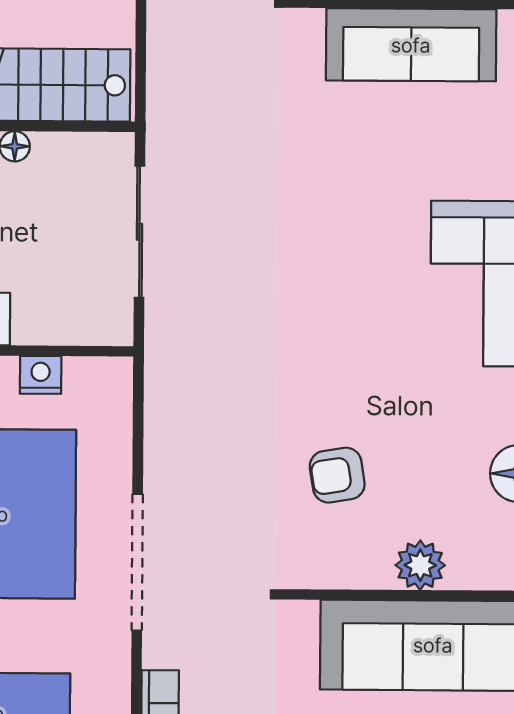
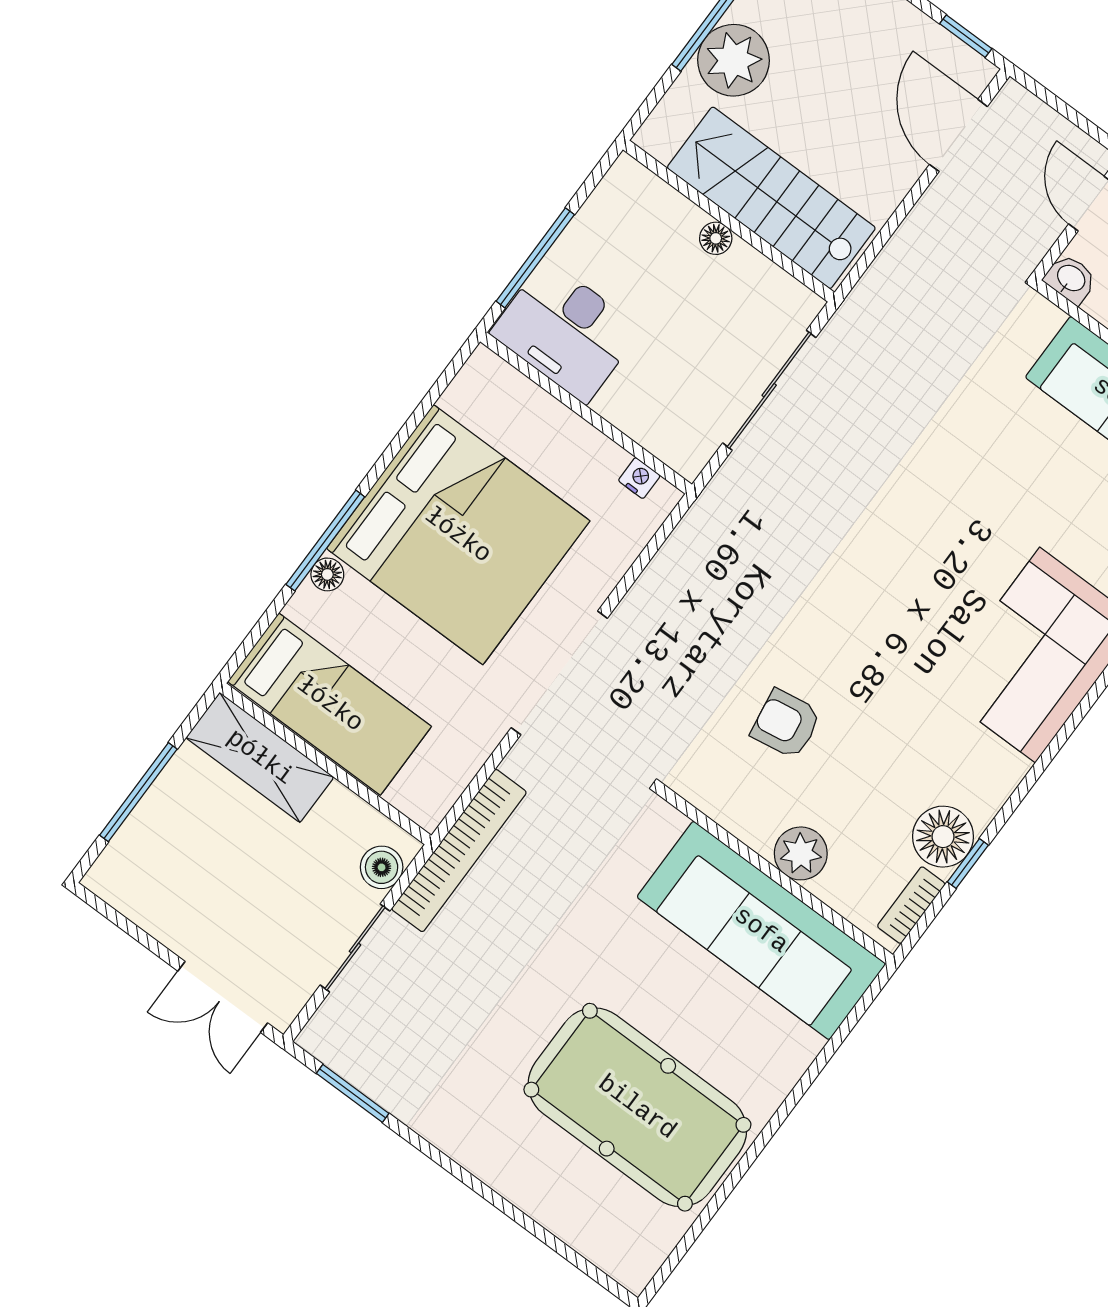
nightstand: (41, 375) -> (639, 478), moved, width x0.72, depth x0.74

